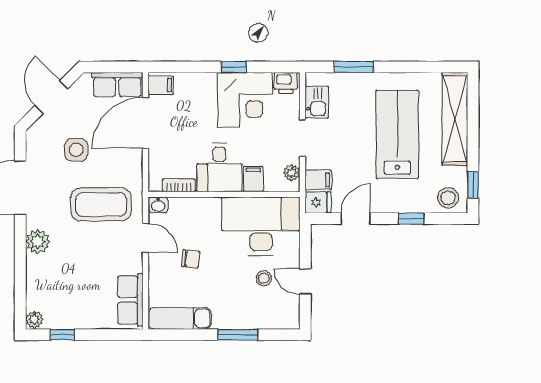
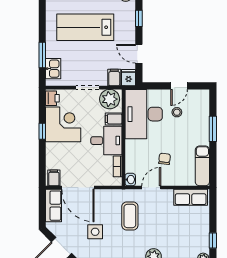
kitchen sink: (317, 102) -> (53, 69), moved, turned 90
plant: (292, 173) -> (110, 99), width x1.87, depth x1.87
coffee table: (101, 204) -> (130, 216), width x0.73, depth x0.76

